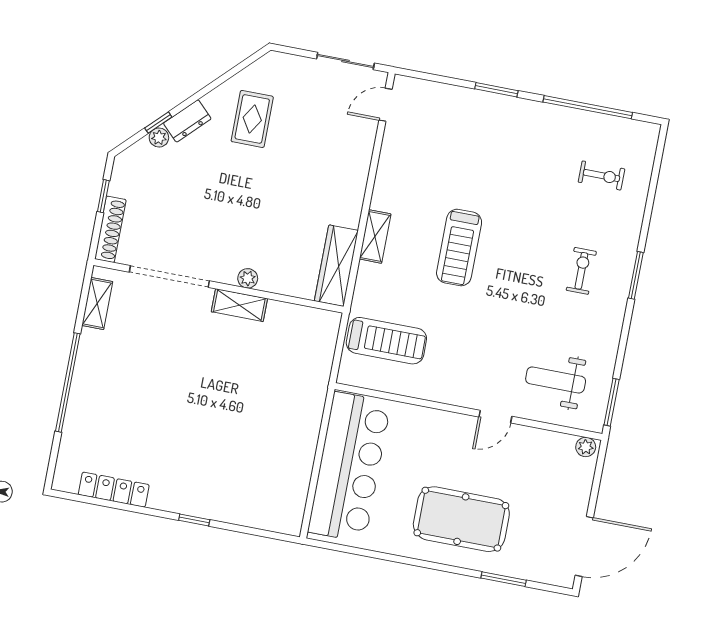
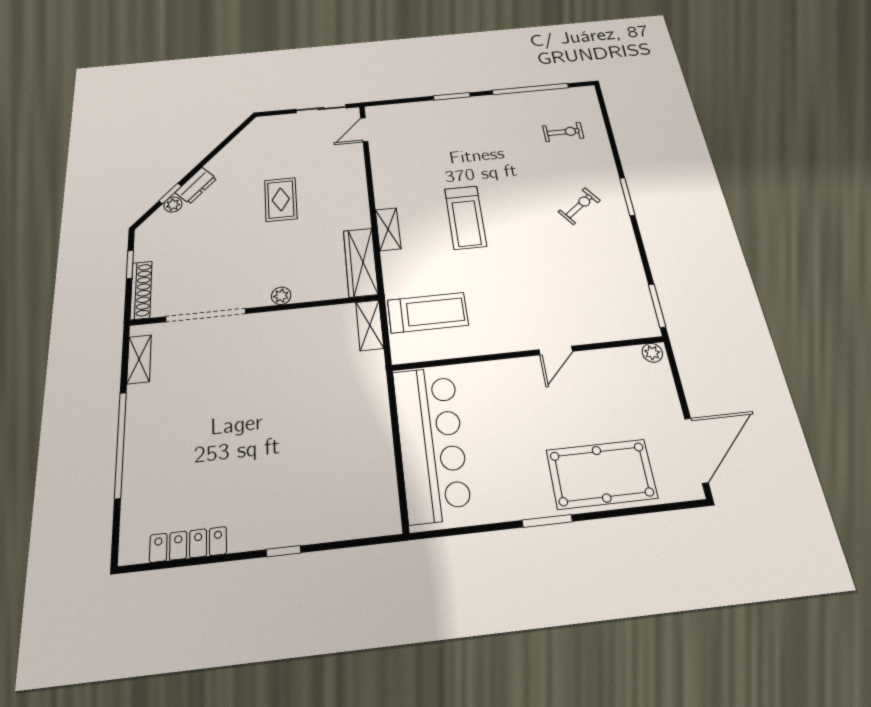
rug: (252, 119) -> (281, 199), moved
exercise bike: (581, 271) -> (579, 206), turned 53
shelving: (239, 305) -> (370, 325), moved, turned 90
weight bench: (556, 380) -> (597, 301), removed
pool table: (461, 519) -> (602, 474), moved
window: (504, 579) -> (547, 521), moved

